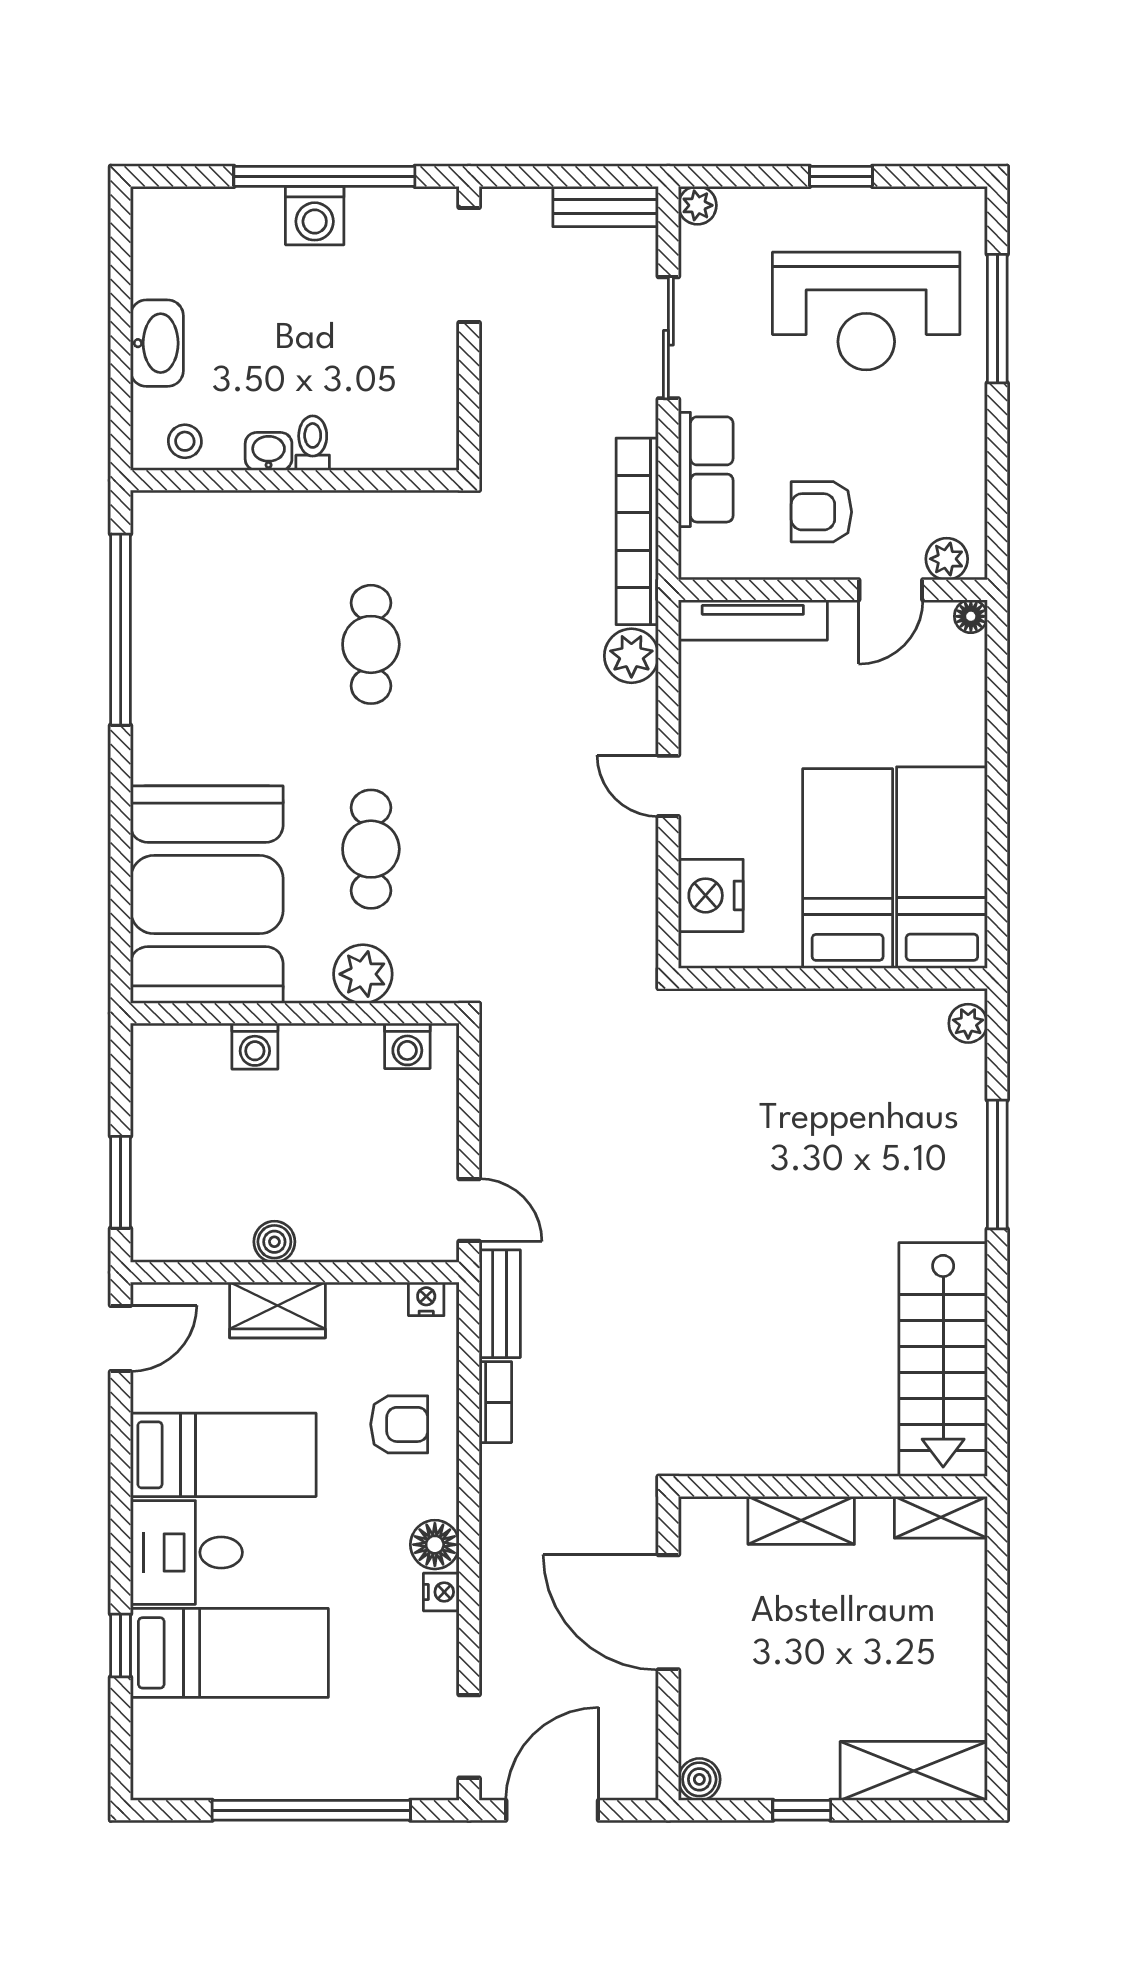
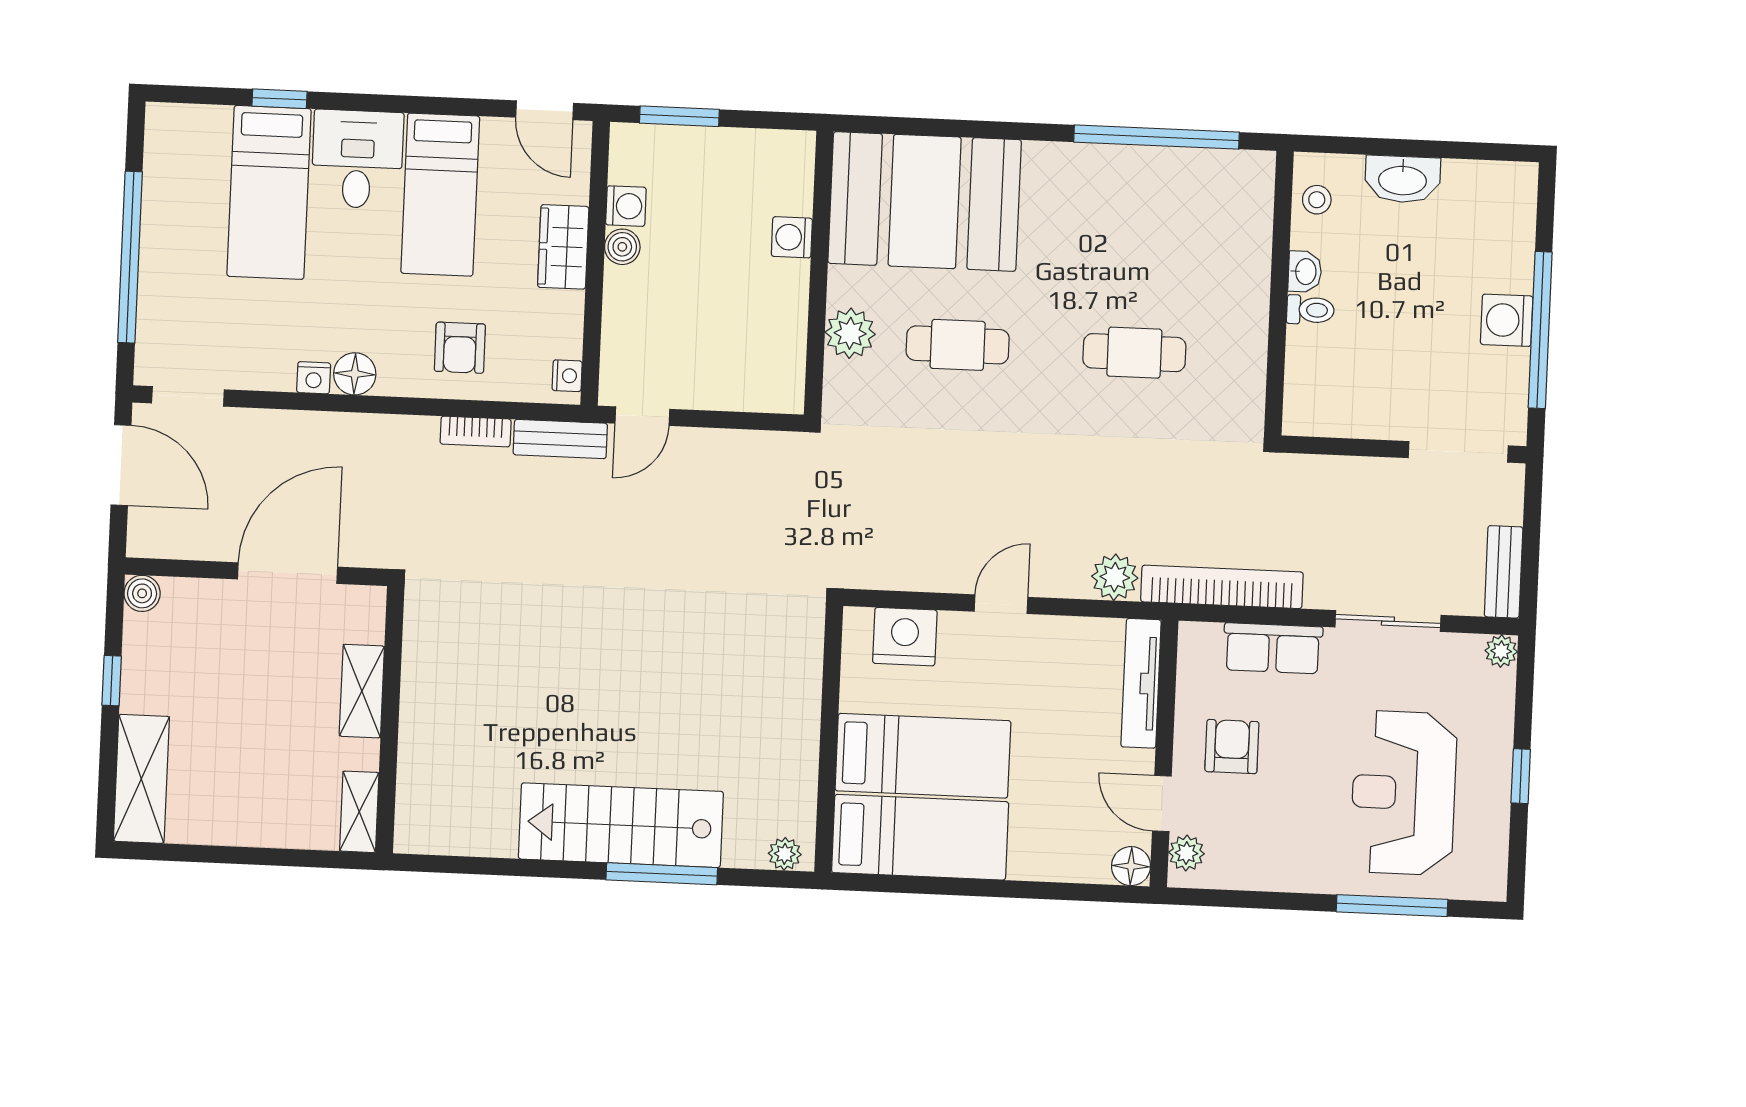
floor lamp: (971, 616) -> (1131, 866), width x1.37, depth x1.37
washing machine: (407, 1046) -> (626, 206), moved, turned 180
stairs: (943, 1360) -> (621, 825), moved

